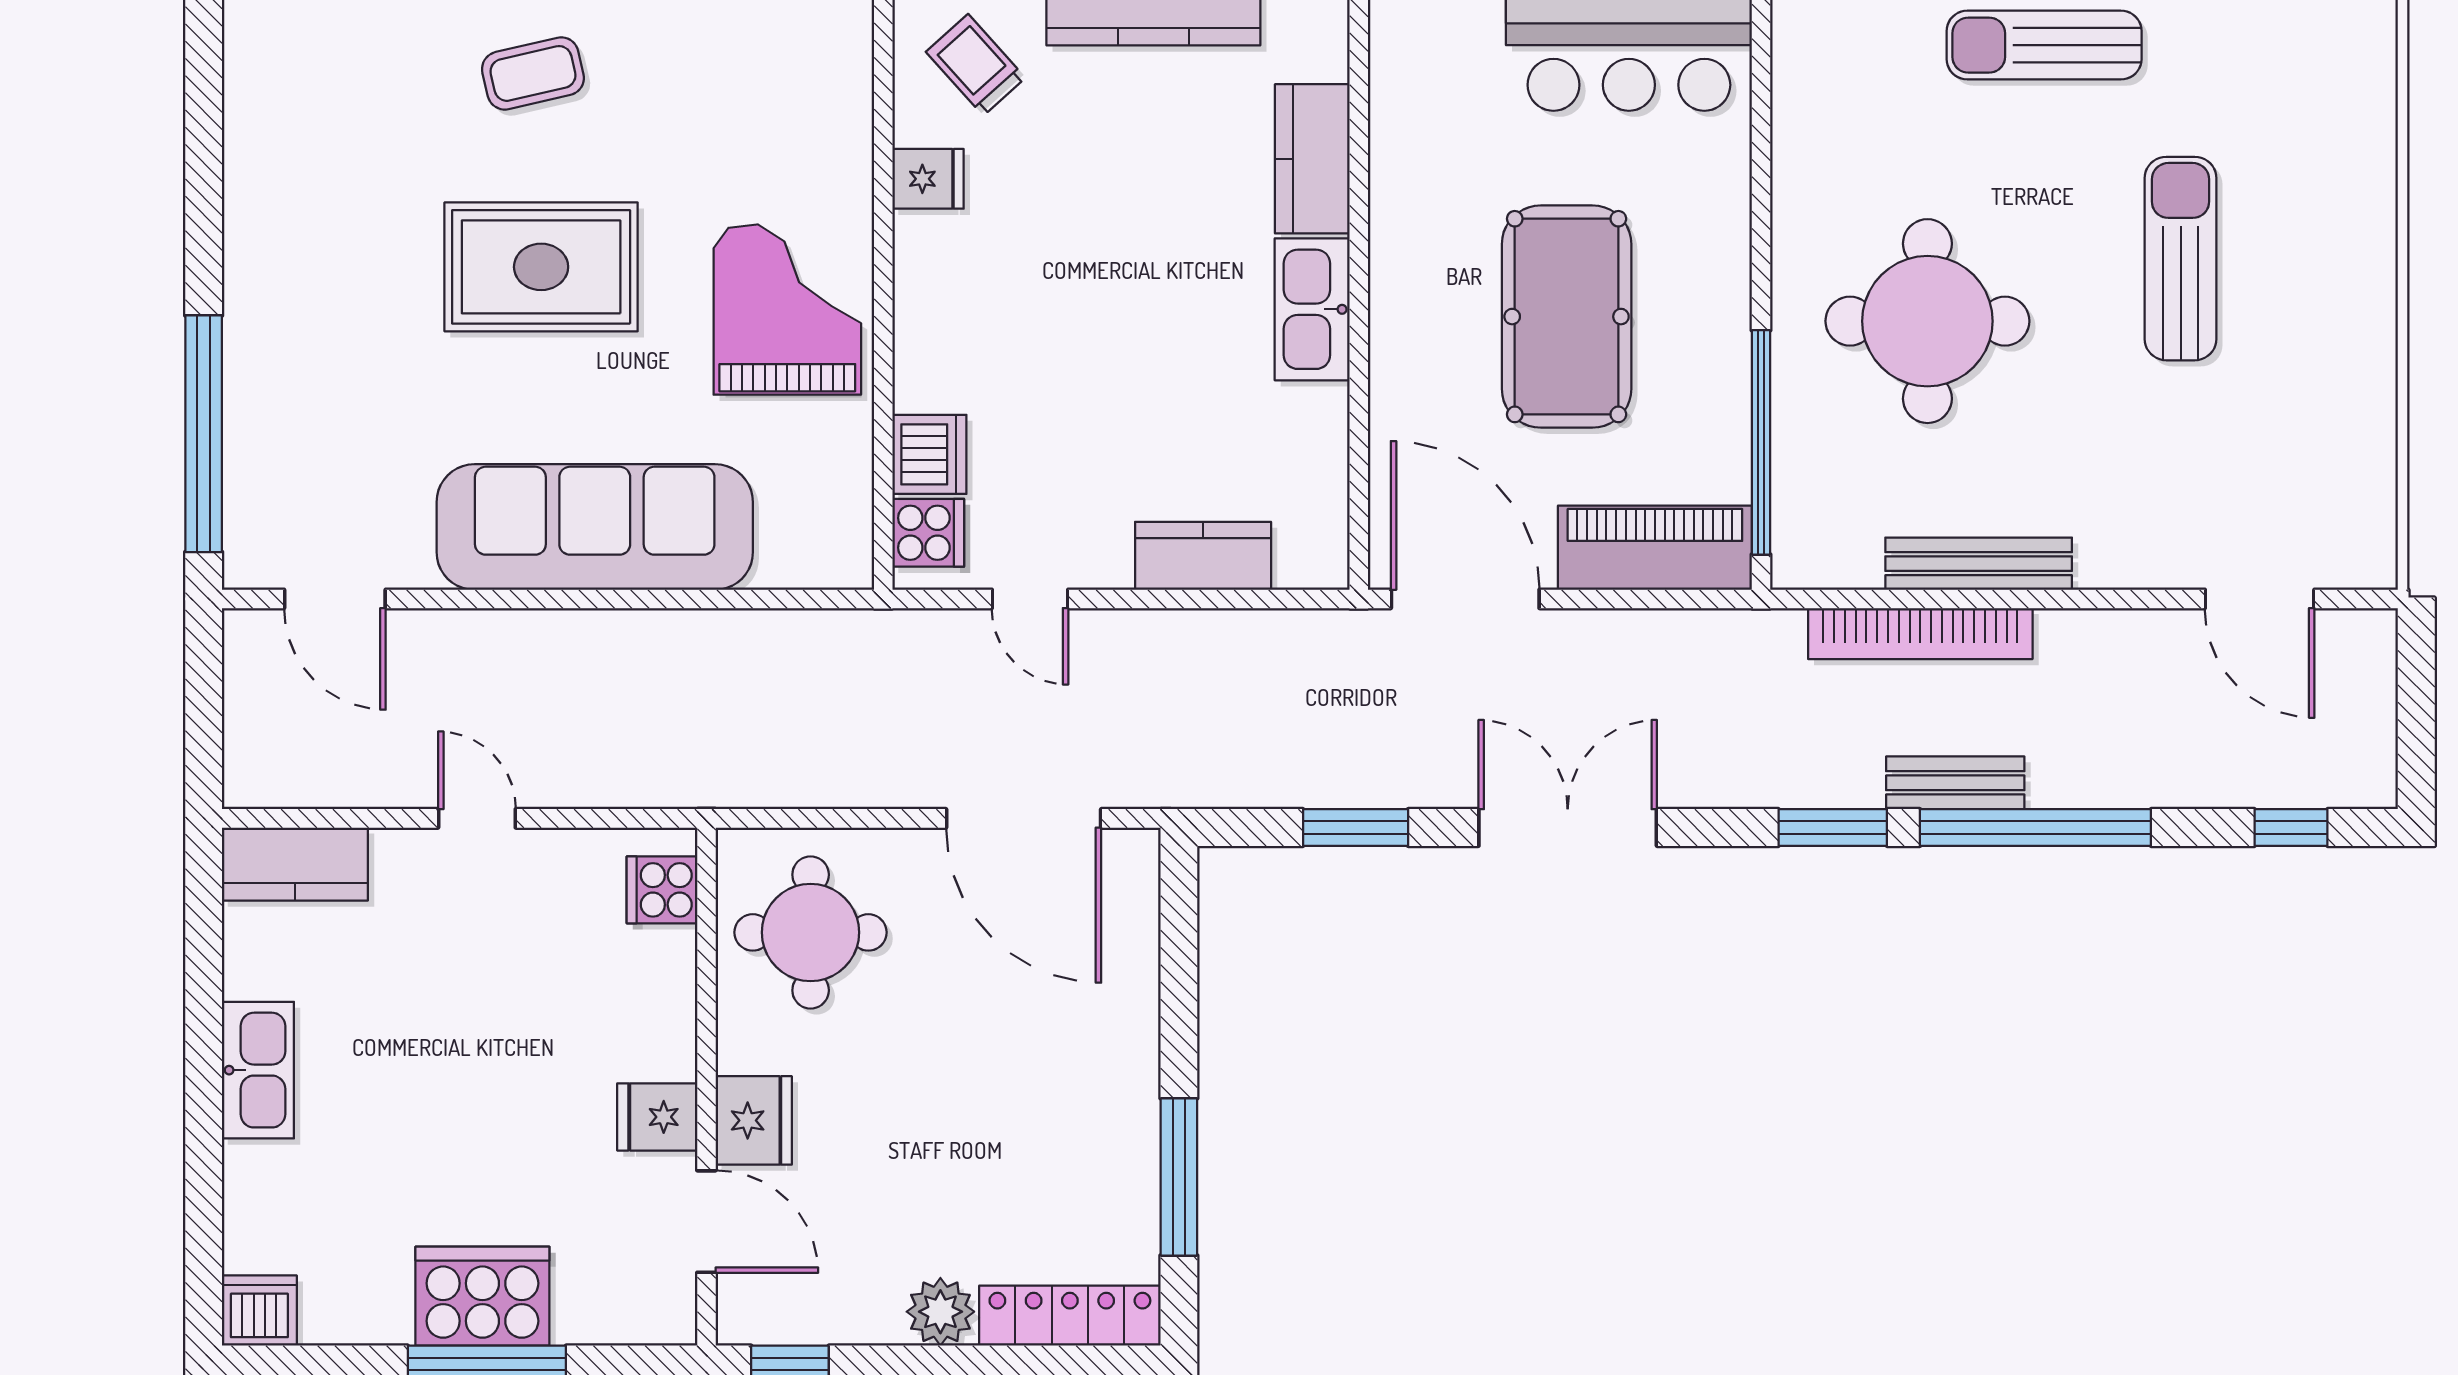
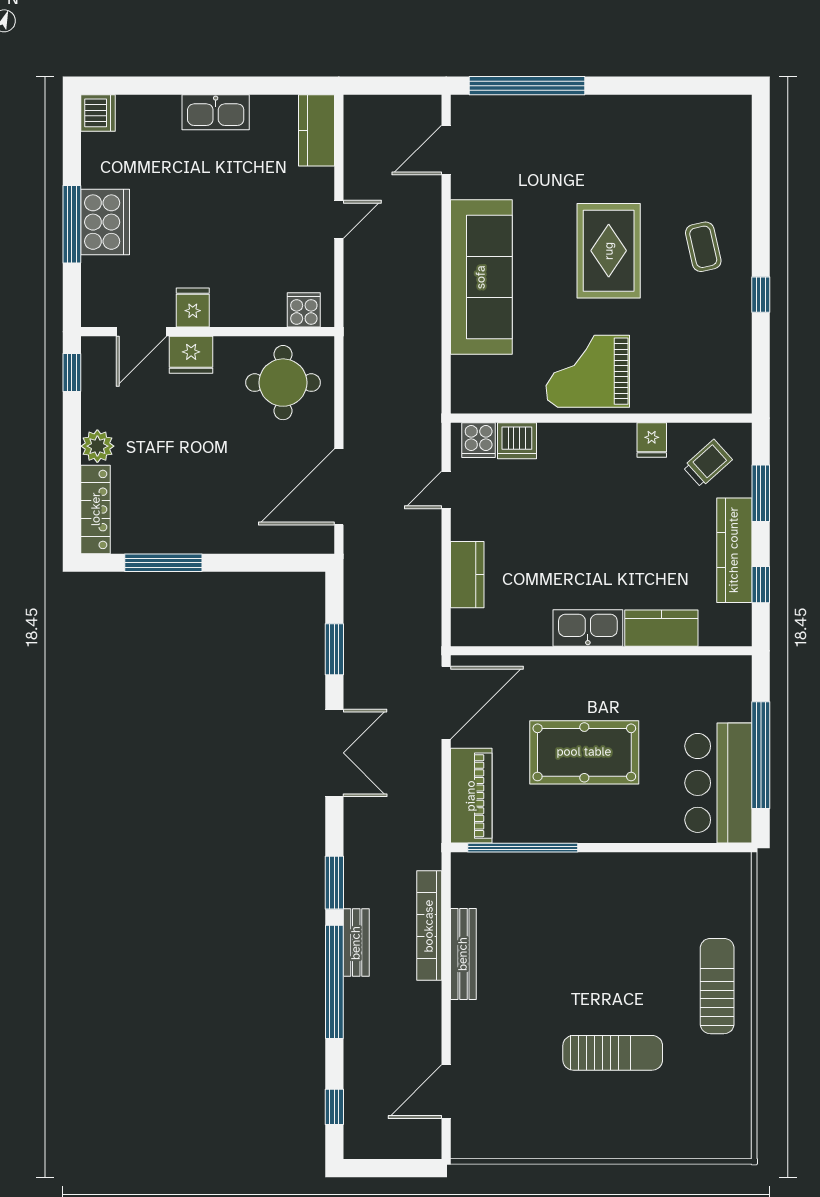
grand piano: (787, 310) -> (588, 371), turned 180
round table: (1927, 321) -> (582, 929), removed

